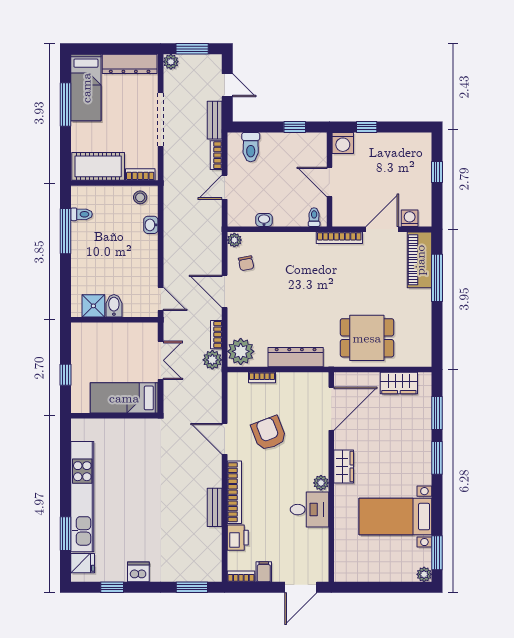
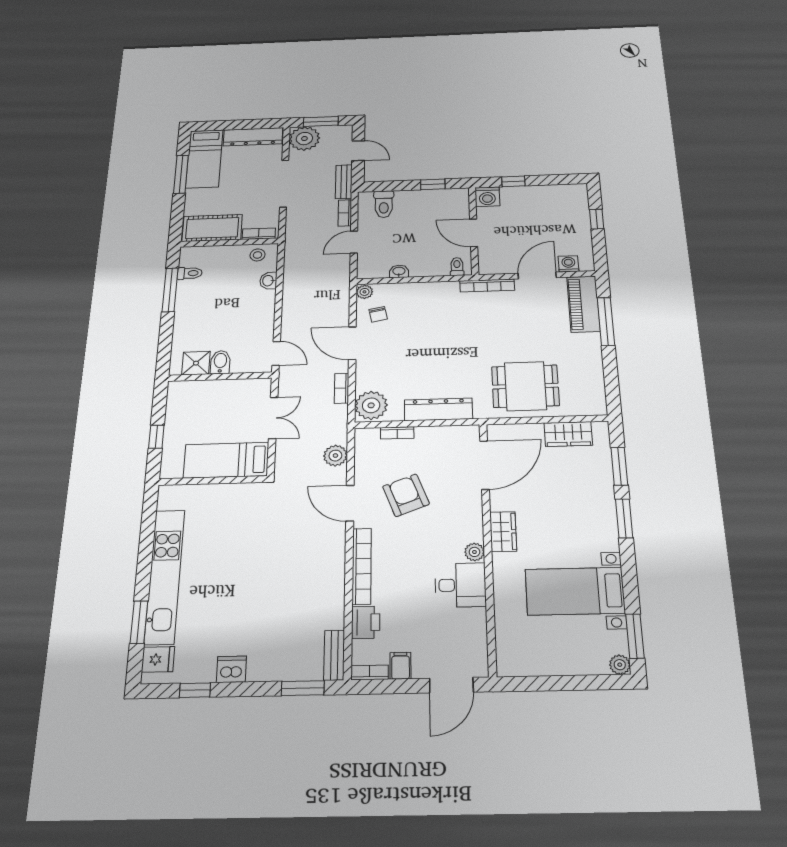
plant: (171, 62) -> (304, 139), width x1.87, depth x1.87
plant: (212, 360) -> (335, 456), moved
bench: (215, 507) -> (334, 655), moved

